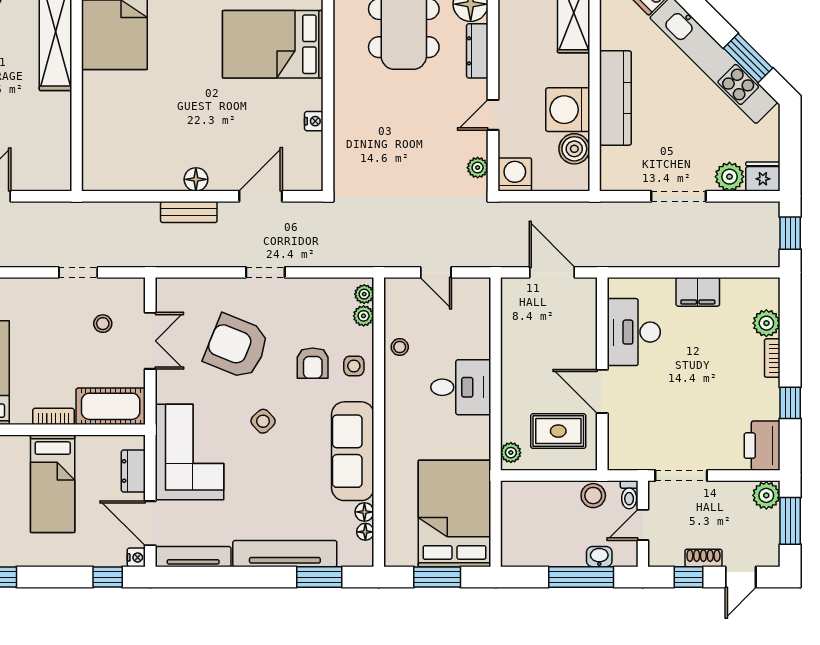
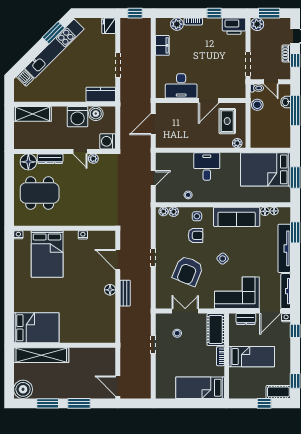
kitchen counter: (615, 98) -> (101, 94), moved, width x0.67
plant: (478, 168) -> (93, 159), moved
plant: (729, 177) -> (109, 41), removed
filing cabinet: (698, 292) -> (162, 45), moved

